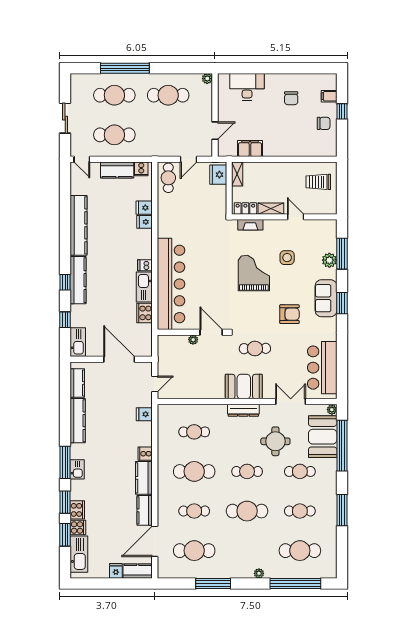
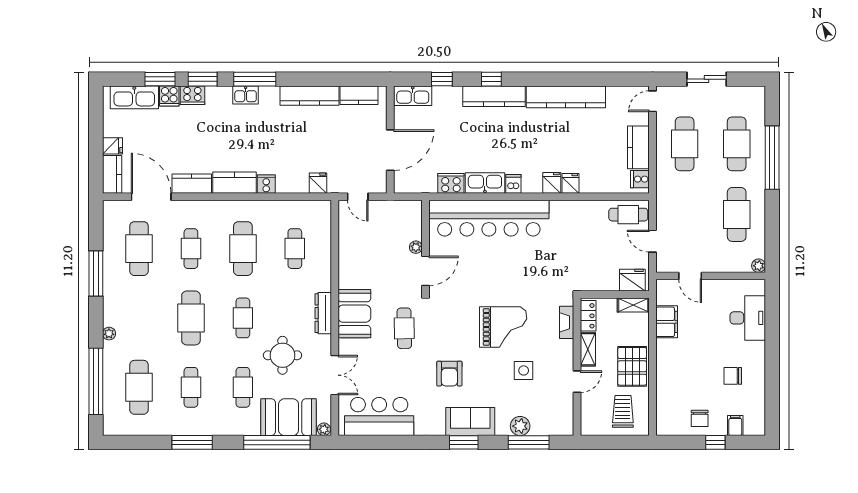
pallet: (284, 175) -> (632, 366), added
fridge: (144, 208) -> (552, 183), moved

